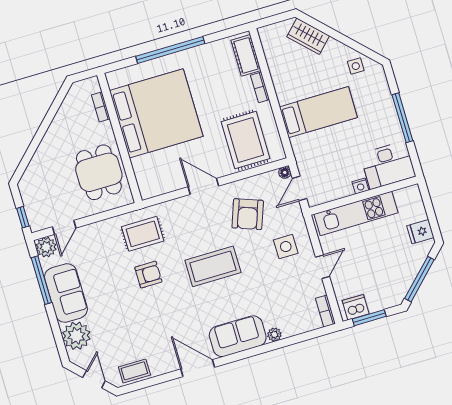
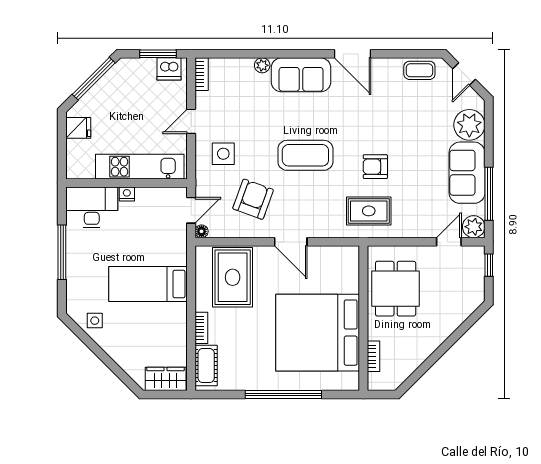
wardrobe: (308, 36) -> (166, 379), moved, turned -45

